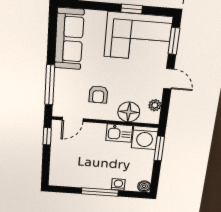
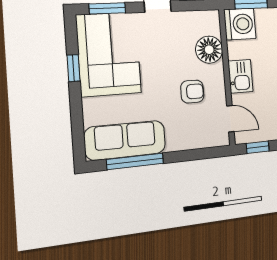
window: (50, 85) -> (135, 161), moved
plant: (155, 105) -> (195, 18), removed
kitchen sink: (119, 133) -> (241, 76), moved

